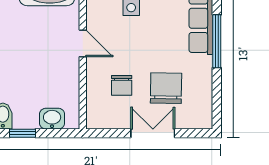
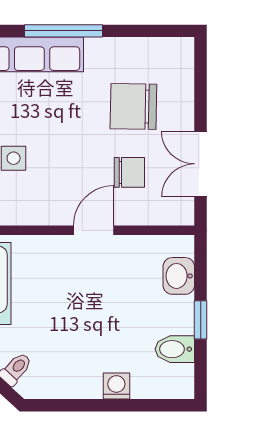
door: (83, 43) -> (94, 230), moved
double door: (153, 133) -> (201, 164), moved

